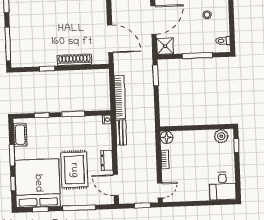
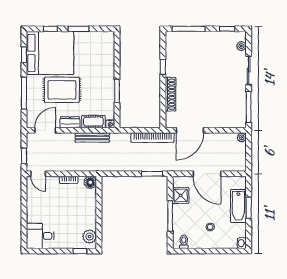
shower: (165, 46) -> (181, 195), moved
bookcase: (120, 97) -> (153, 138), moved
window: (42, 115) -> (117, 60), removed
bench: (121, 133) -> (92, 138), width x1.36
cot: (20, 135) -> (93, 122), moved

